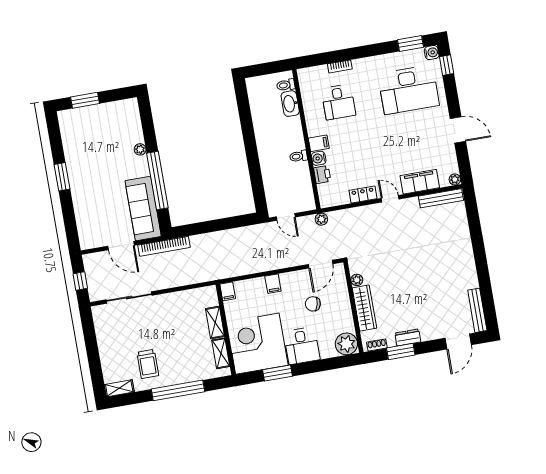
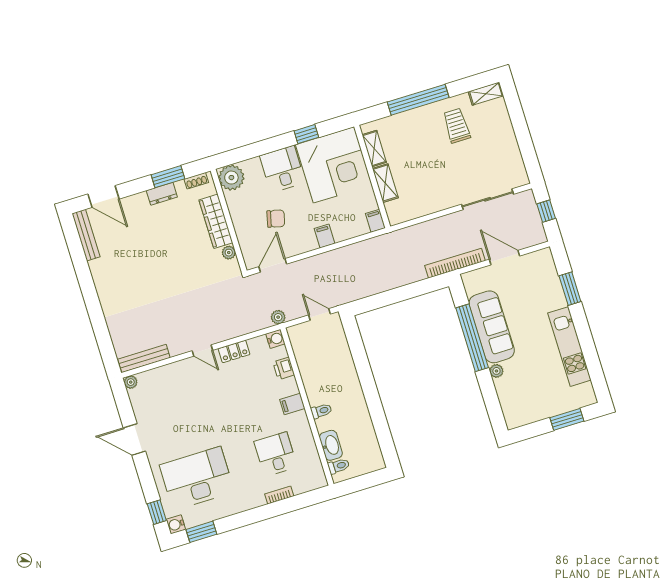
toilet: (298, 156) -> (321, 411), moved
water cooler: (319, 158) -> (275, 339), moved
kitchen unit: (75, 162) -> (569, 347), added
window: (62, 177) -> (570, 289), moved
filing cabinet: (420, 182) -> (171, 374), removed
sofa: (143, 208) -> (492, 327), moved
door: (458, 342) -> (104, 196), swing flipped
window: (277, 373) -> (306, 134), width x0.67

